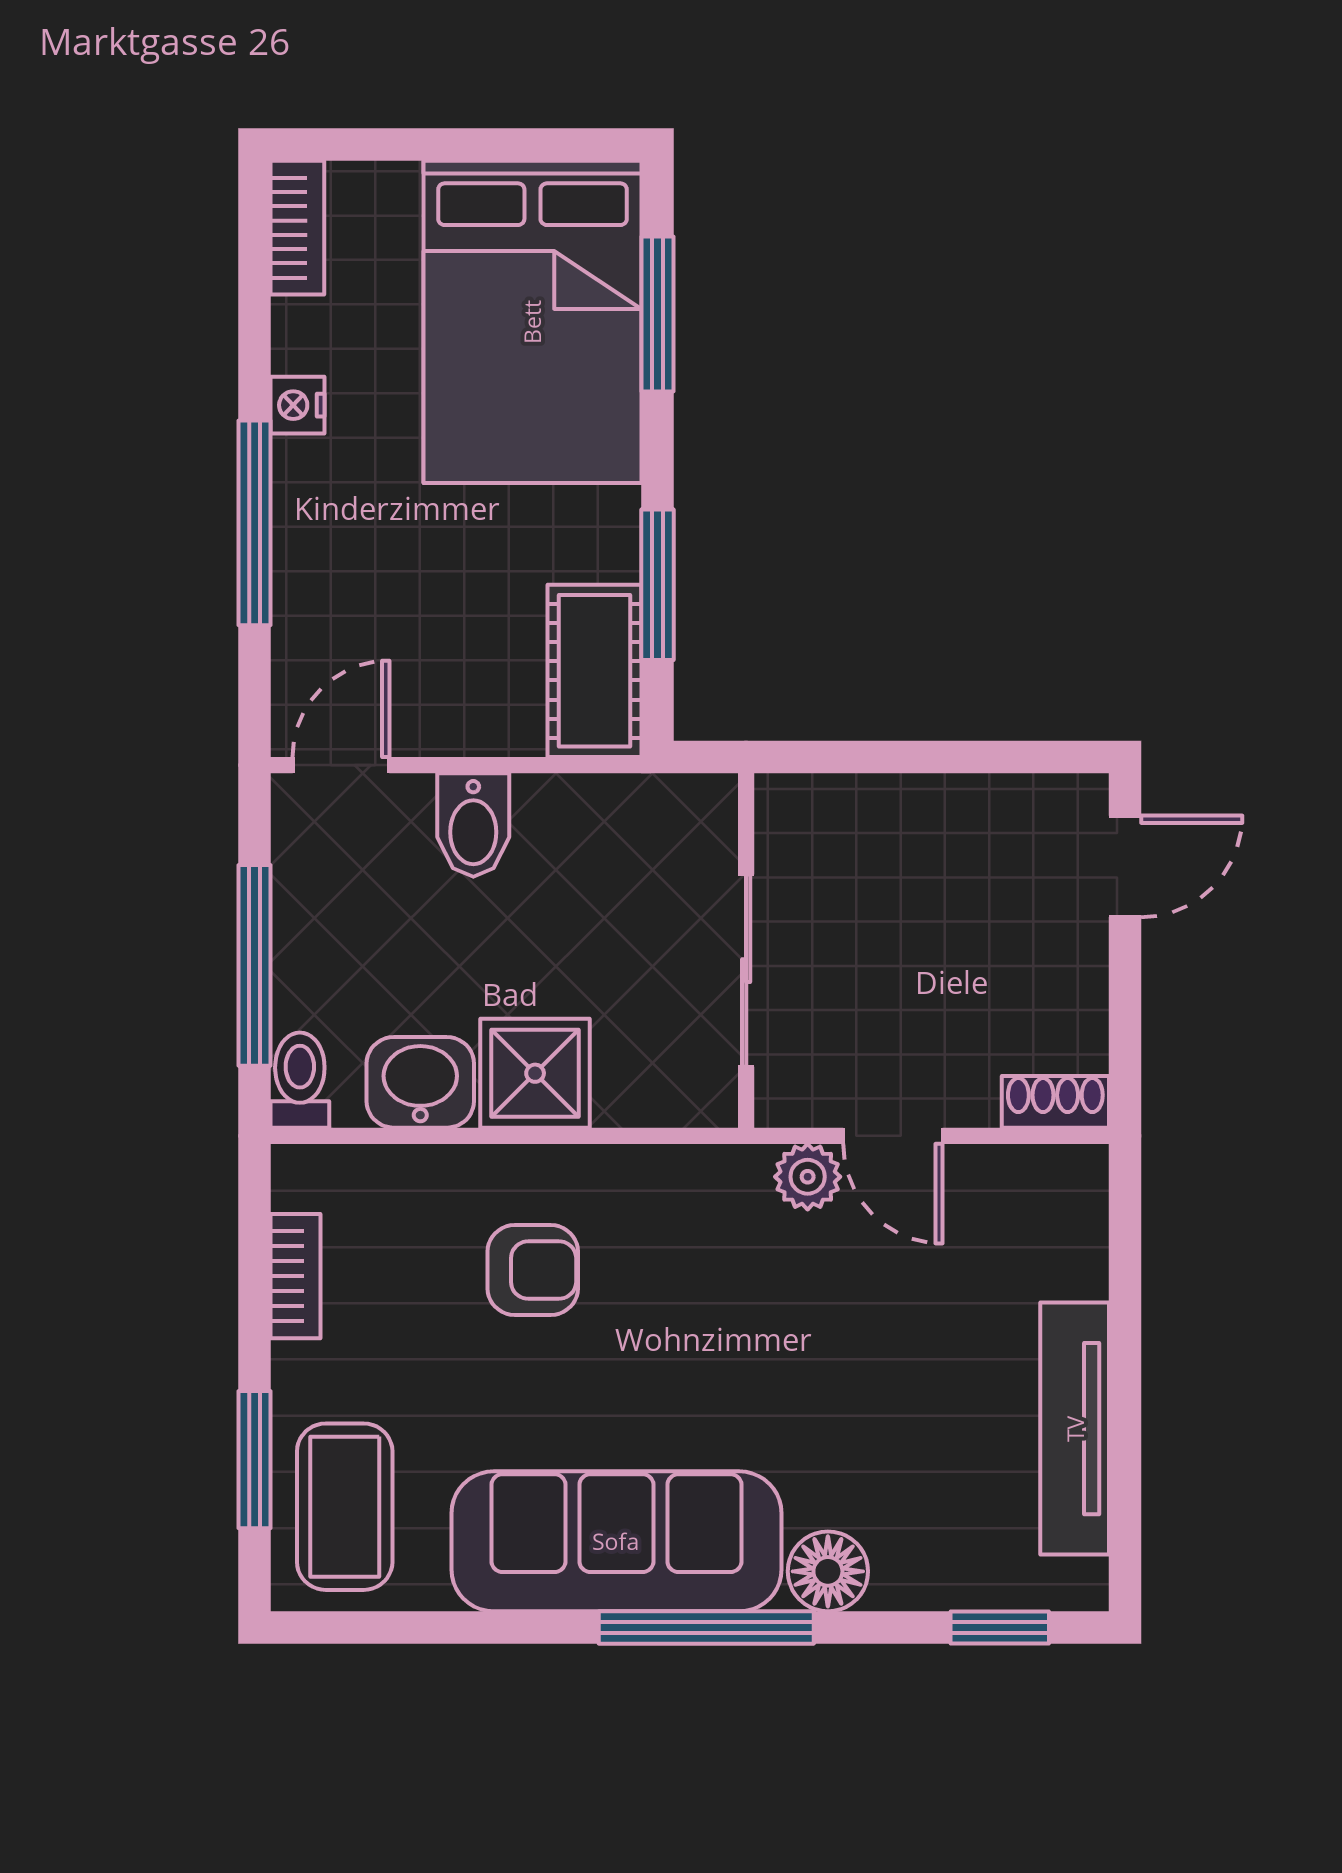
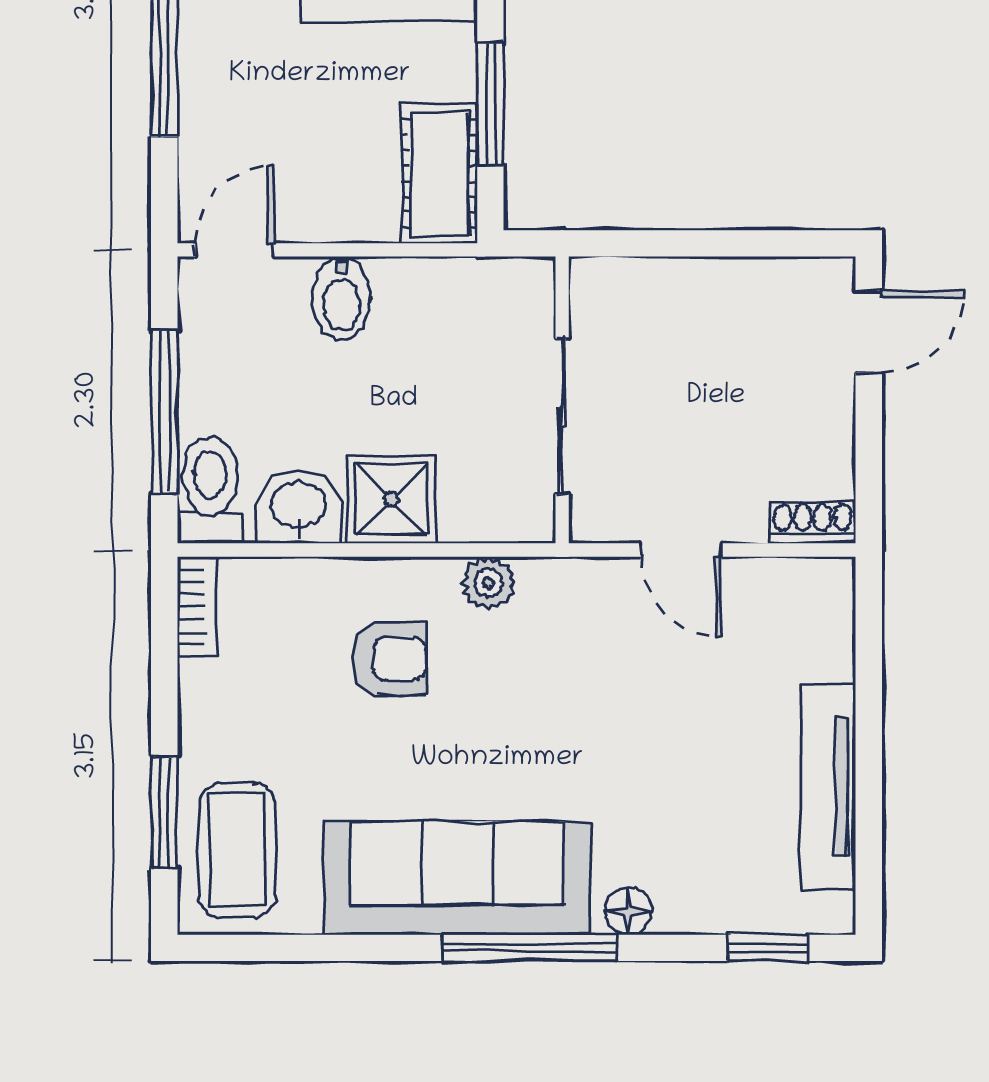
toilet: (300, 1080) -> (210, 490), width x1.37, depth x1.39
plant: (808, 1177) -> (488, 583), moved
bookcase: (295, 1276) -> (197, 607), moved
floor lamp: (828, 1571) -> (628, 911), width x0.73, depth x0.73

